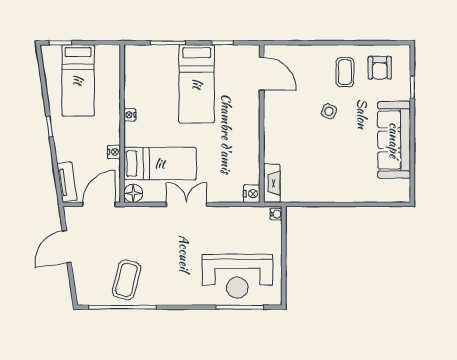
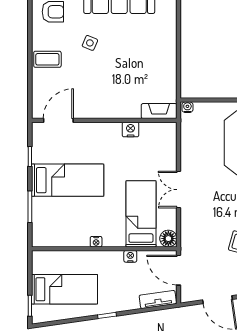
coffee table: (345, 72) -> (47, 59), moved
side table: (329, 111) -> (90, 43), moved
nightstand: (252, 194) -> (131, 129), moved

